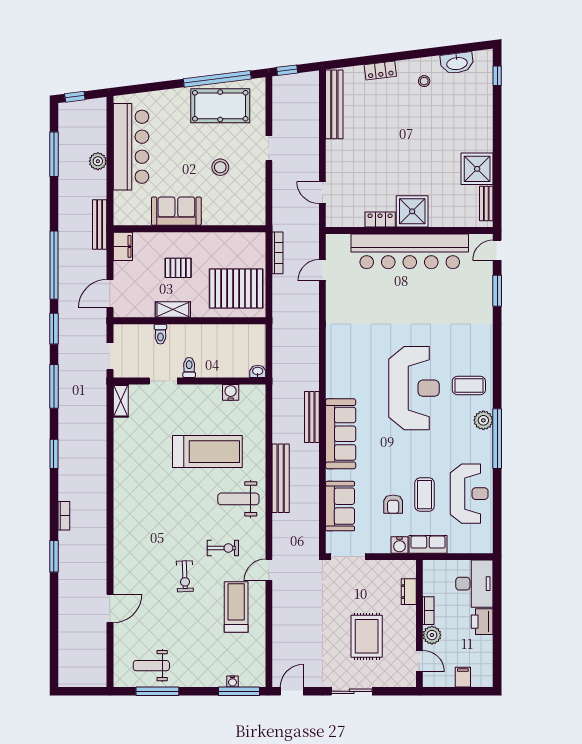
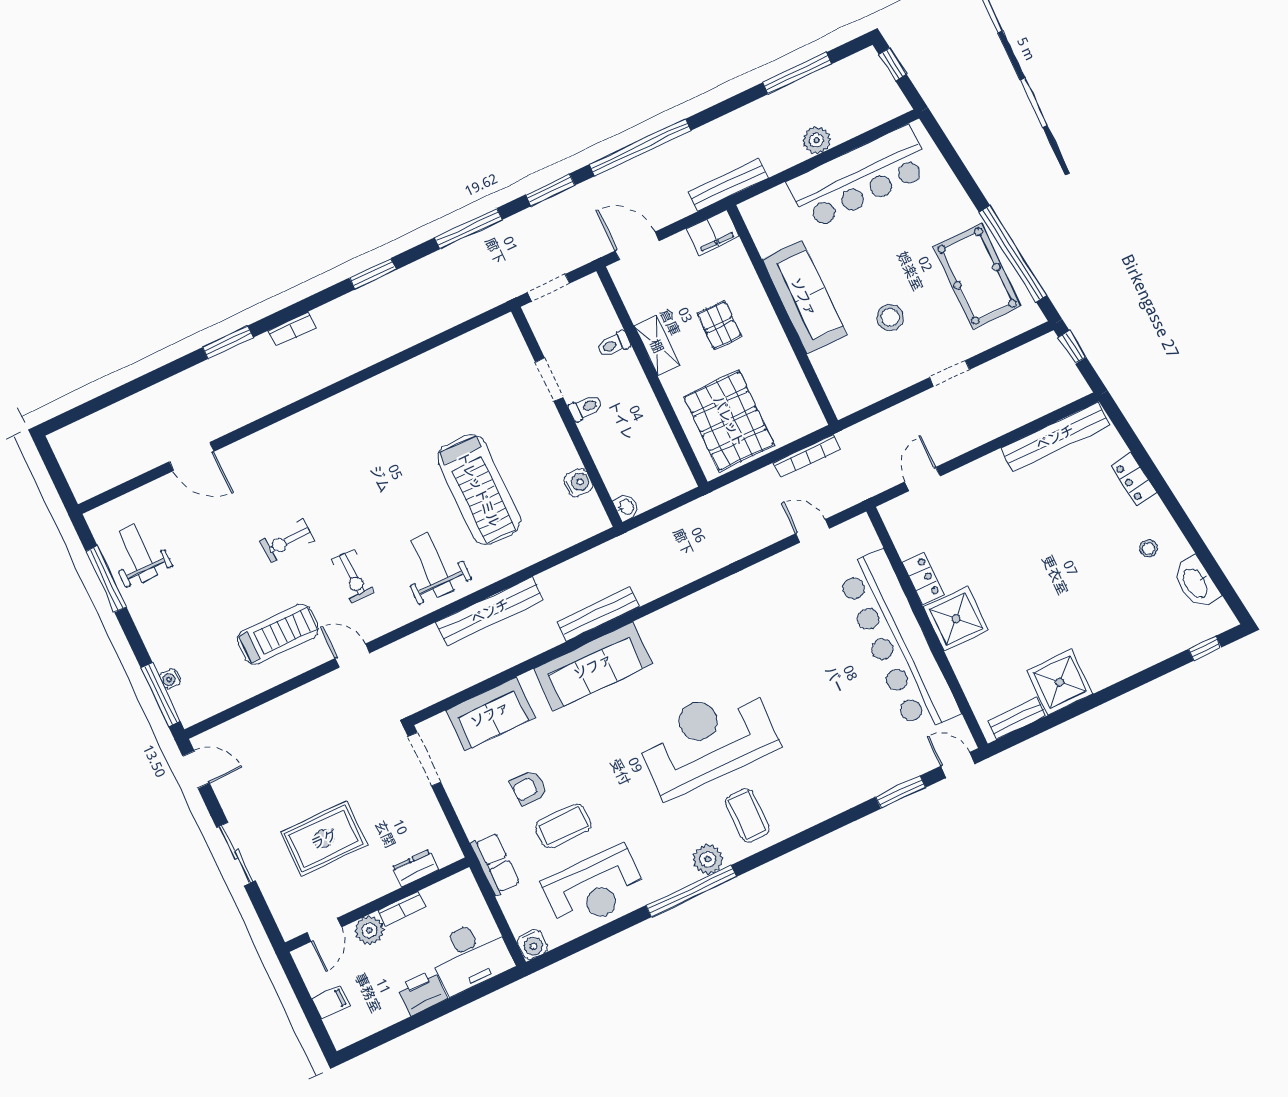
sofa: (176, 211) -> (804, 297), width x1.36
reception desk: (414, 388) -> (707, 740), turned 180
shelving: (121, 401) -> (493, 333), removed
water cooler: (399, 545) -> (532, 944), moved, turned -90

